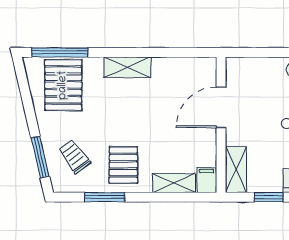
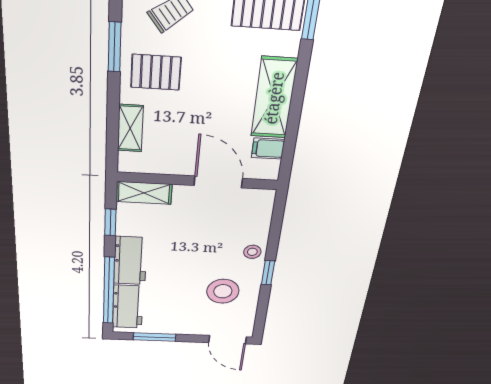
shelving: (127, 67) -> (274, 98), width x1.50, depth x1.33
filing cabinet: (207, 180) -> (268, 149), moved, turned 180

